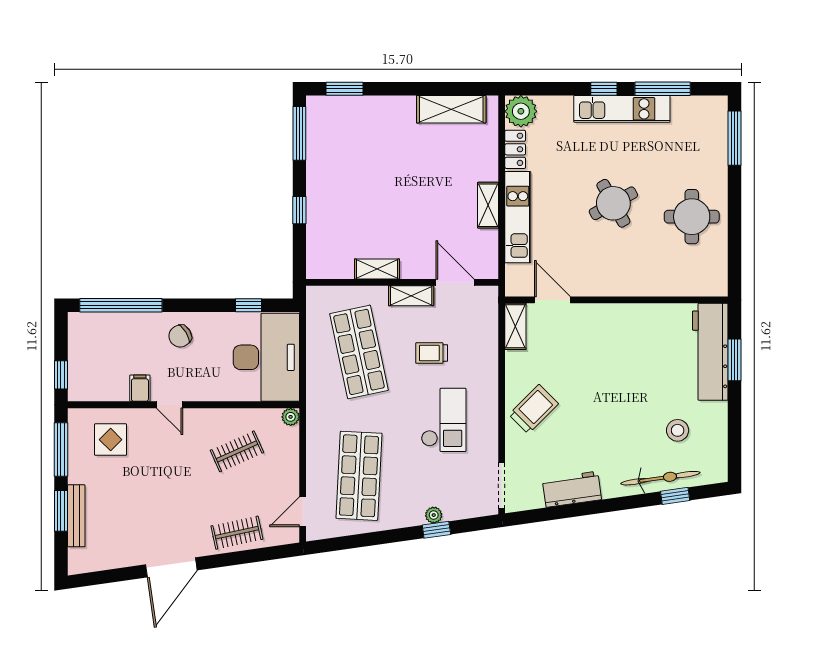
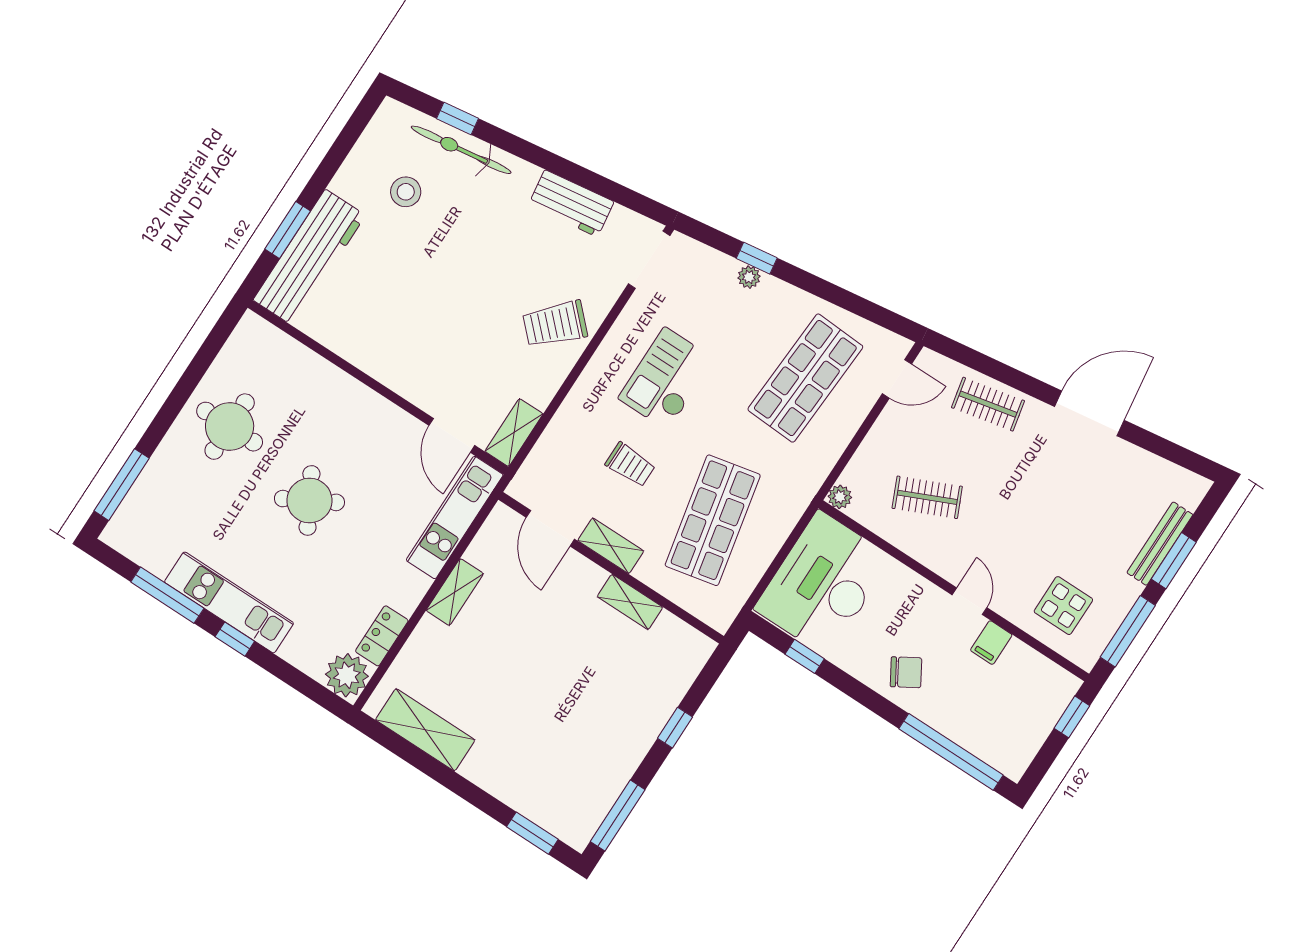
kitchen unit: (518, 217) -> (455, 517), moved

